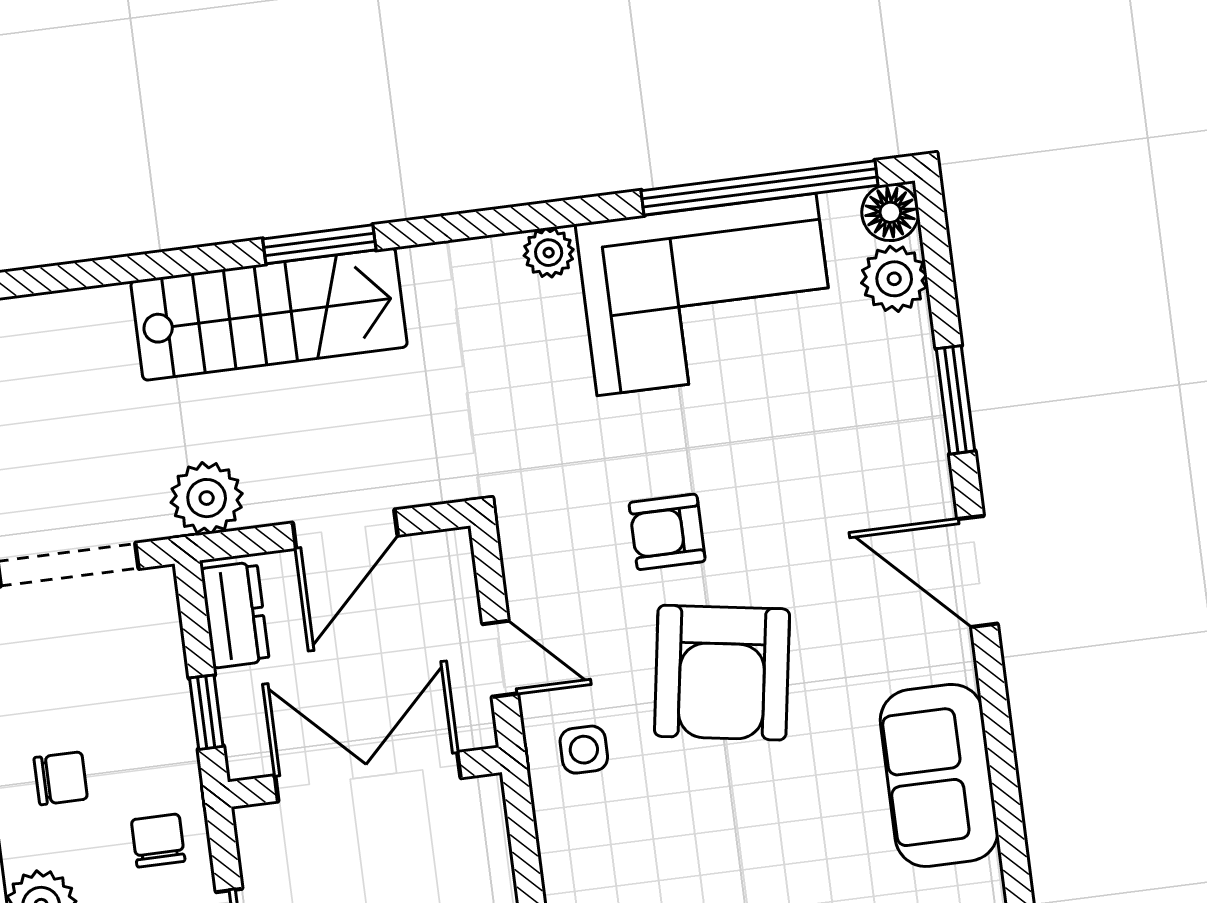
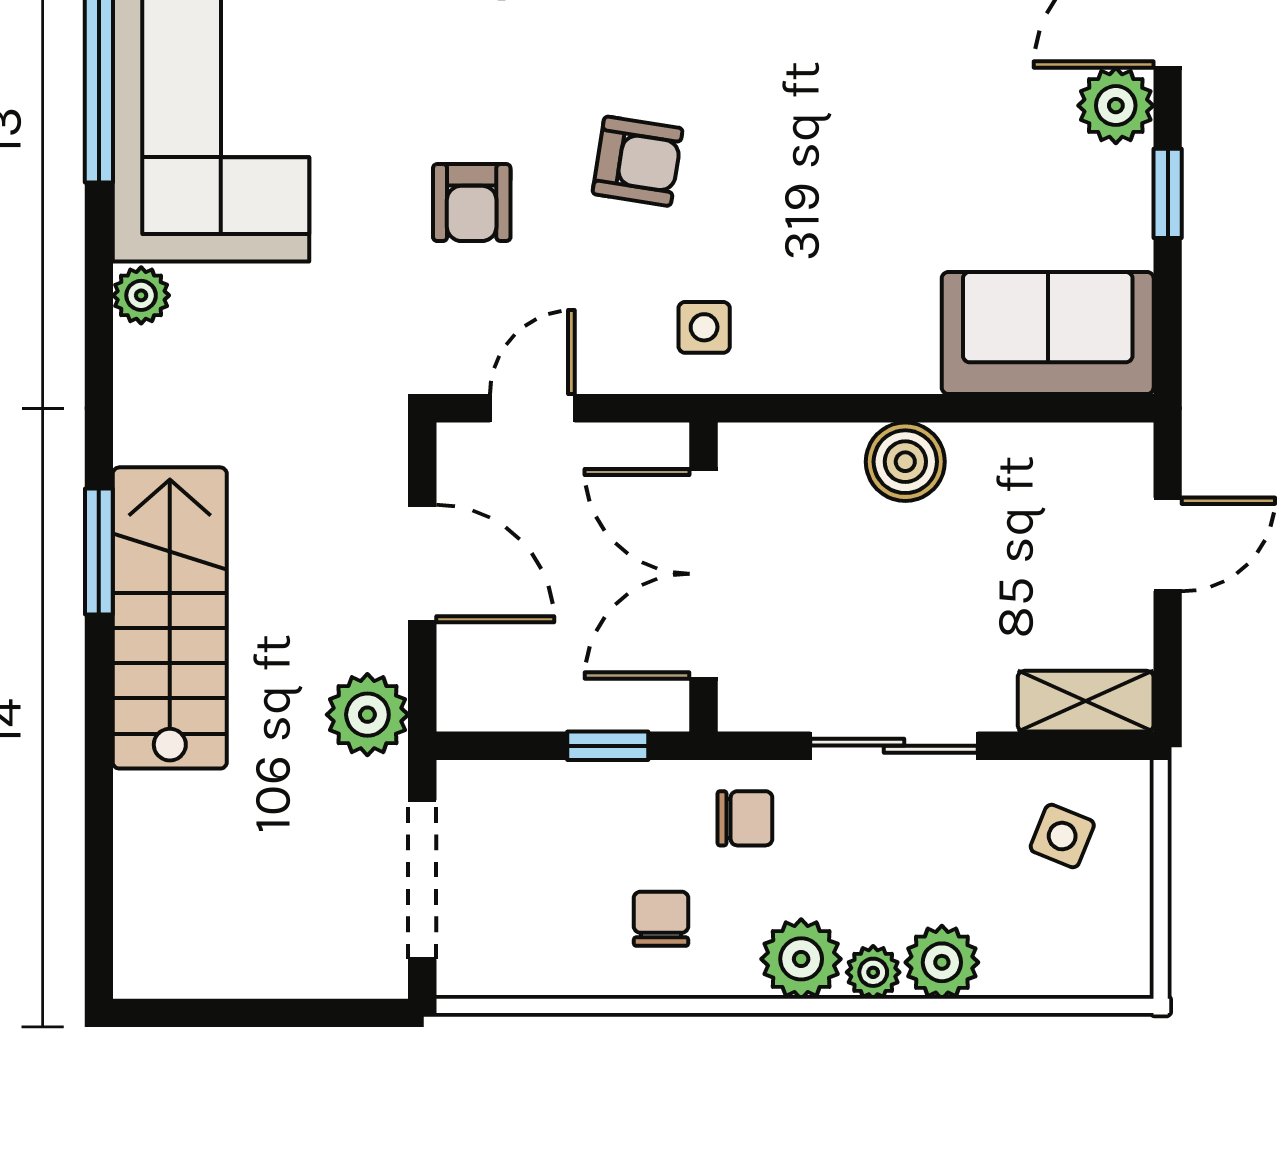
dresser: (235, 615) -> (503, 700), removed
door: (500, 659) -> (532, 408), moved
armchair: (722, 673) -> (638, 161), width x0.53, depth x0.53
chair: (158, 840) -> (745, 818), turned 180

